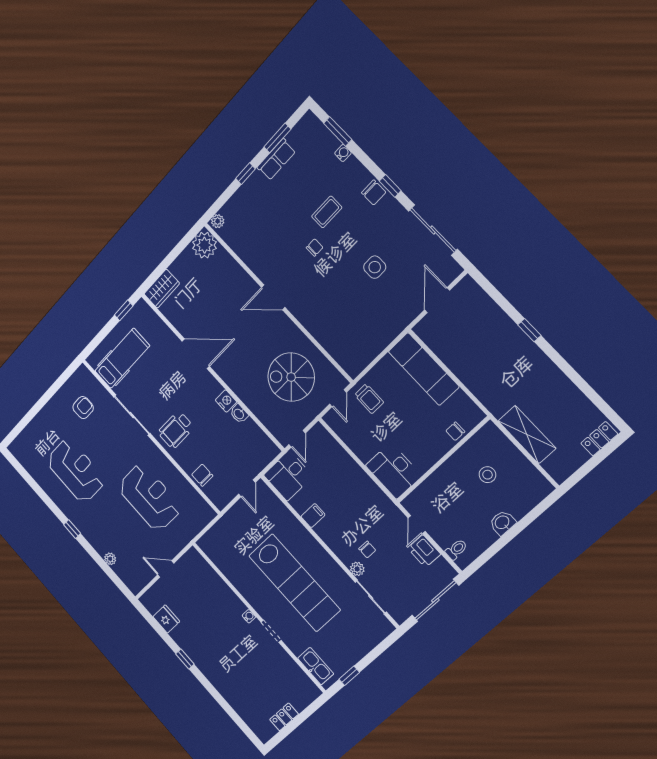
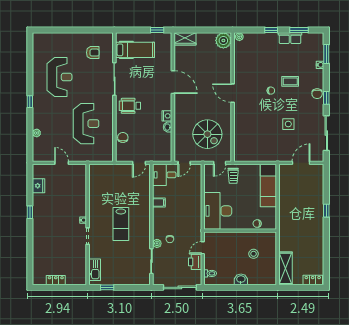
spiral stairs: (291, 377) -> (207, 134), turned 180
shelving: (527, 435) -> (286, 268), moved
desk: (394, 471) -> (218, 211), width x1.36, depth x1.30
lab bench: (294, 583) -> (121, 224), width x0.54, depth x0.72

